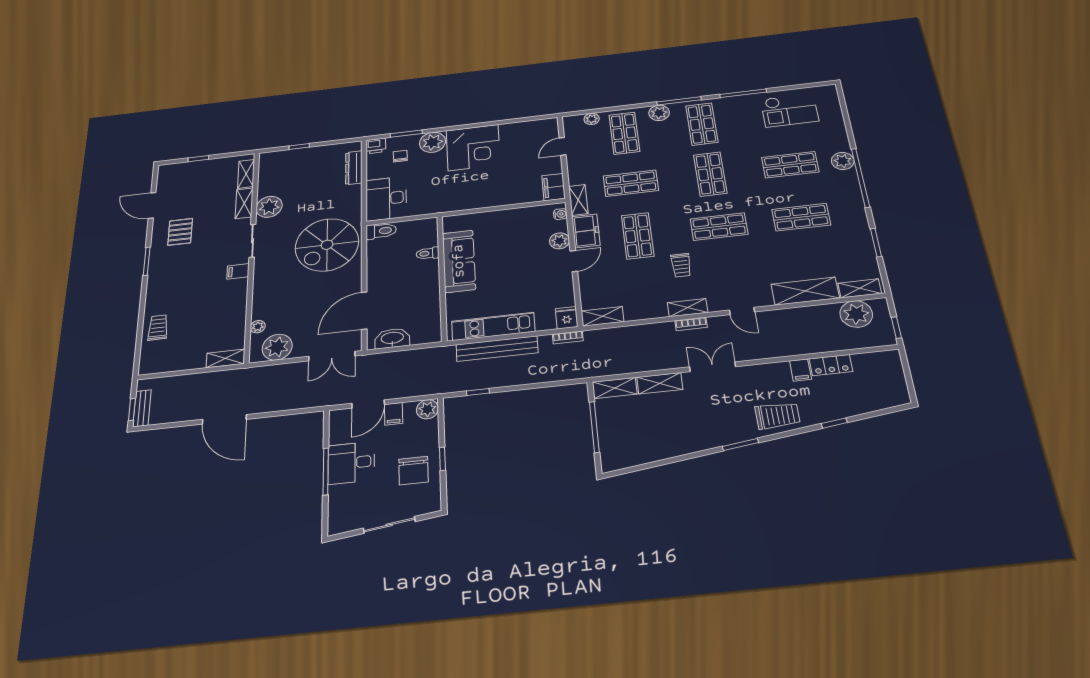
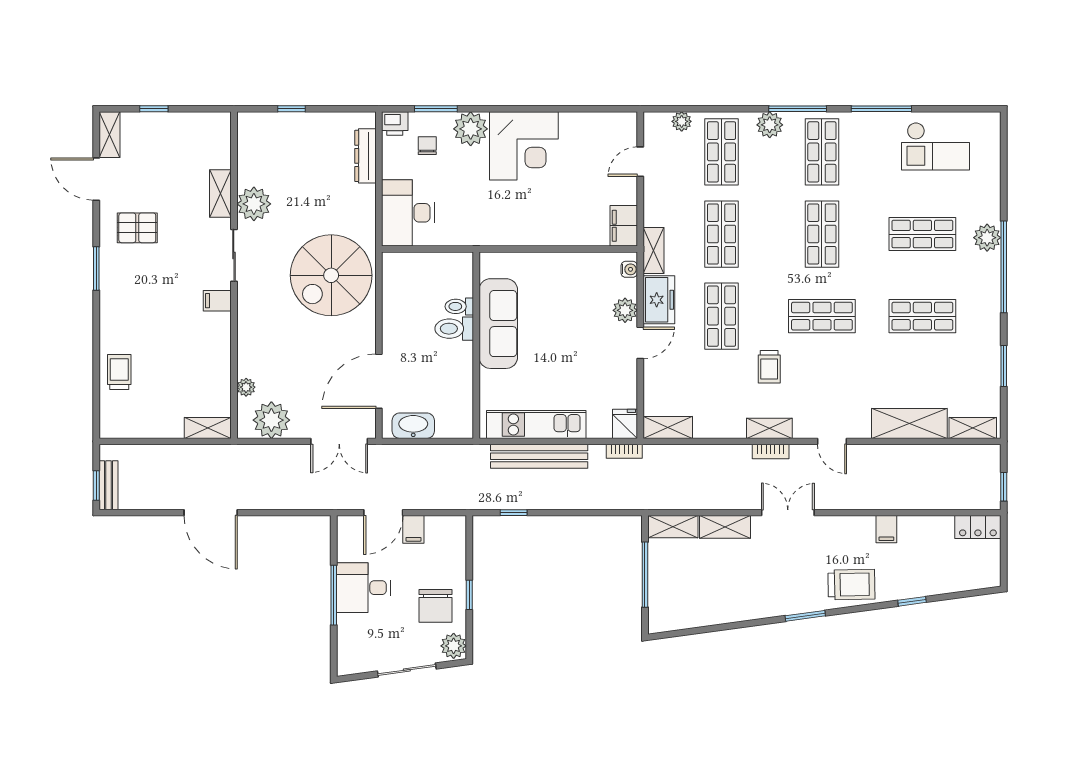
shelving: (246, 174) -> (109, 135), moved
shop shelf: (631, 183) -> (722, 234), turned 90
toilet: (381, 231) -> (454, 329), moved, turned 180
pallet: (180, 232) -> (137, 228), turned 90
plant: (856, 314) -> (962, 463), removed
locker: (831, 365) -> (978, 527), moved
plant: (427, 409) -> (454, 646), moved

